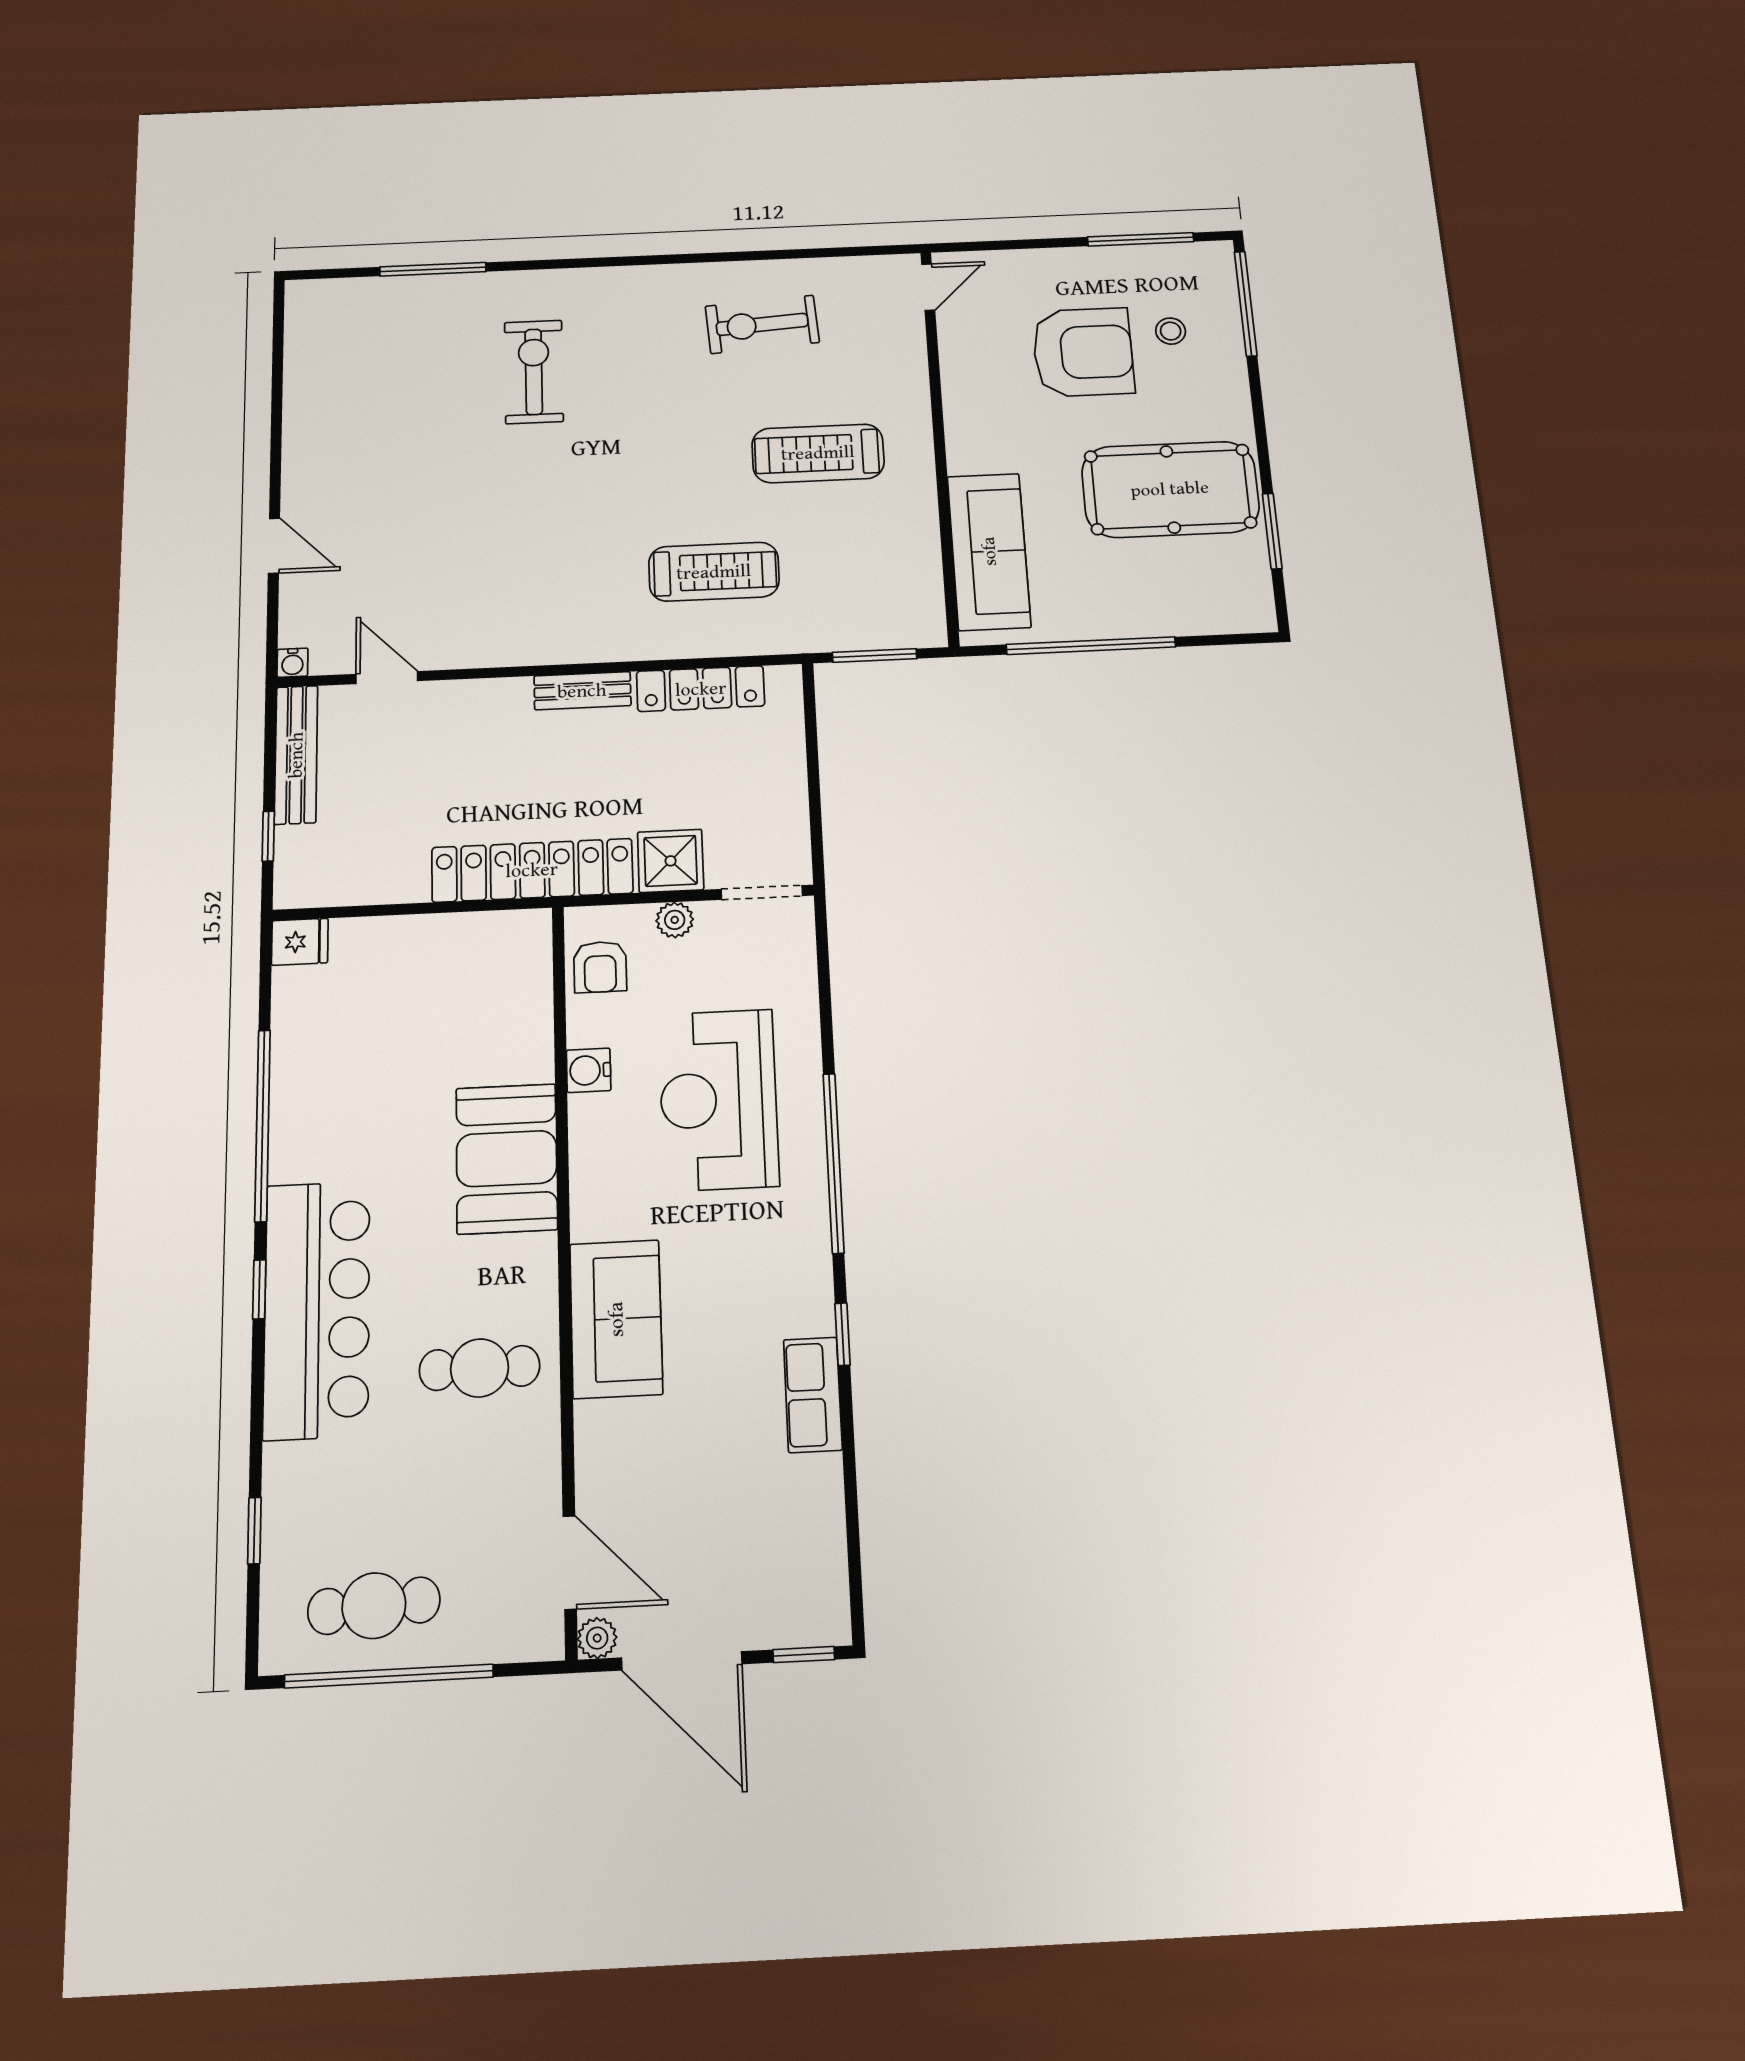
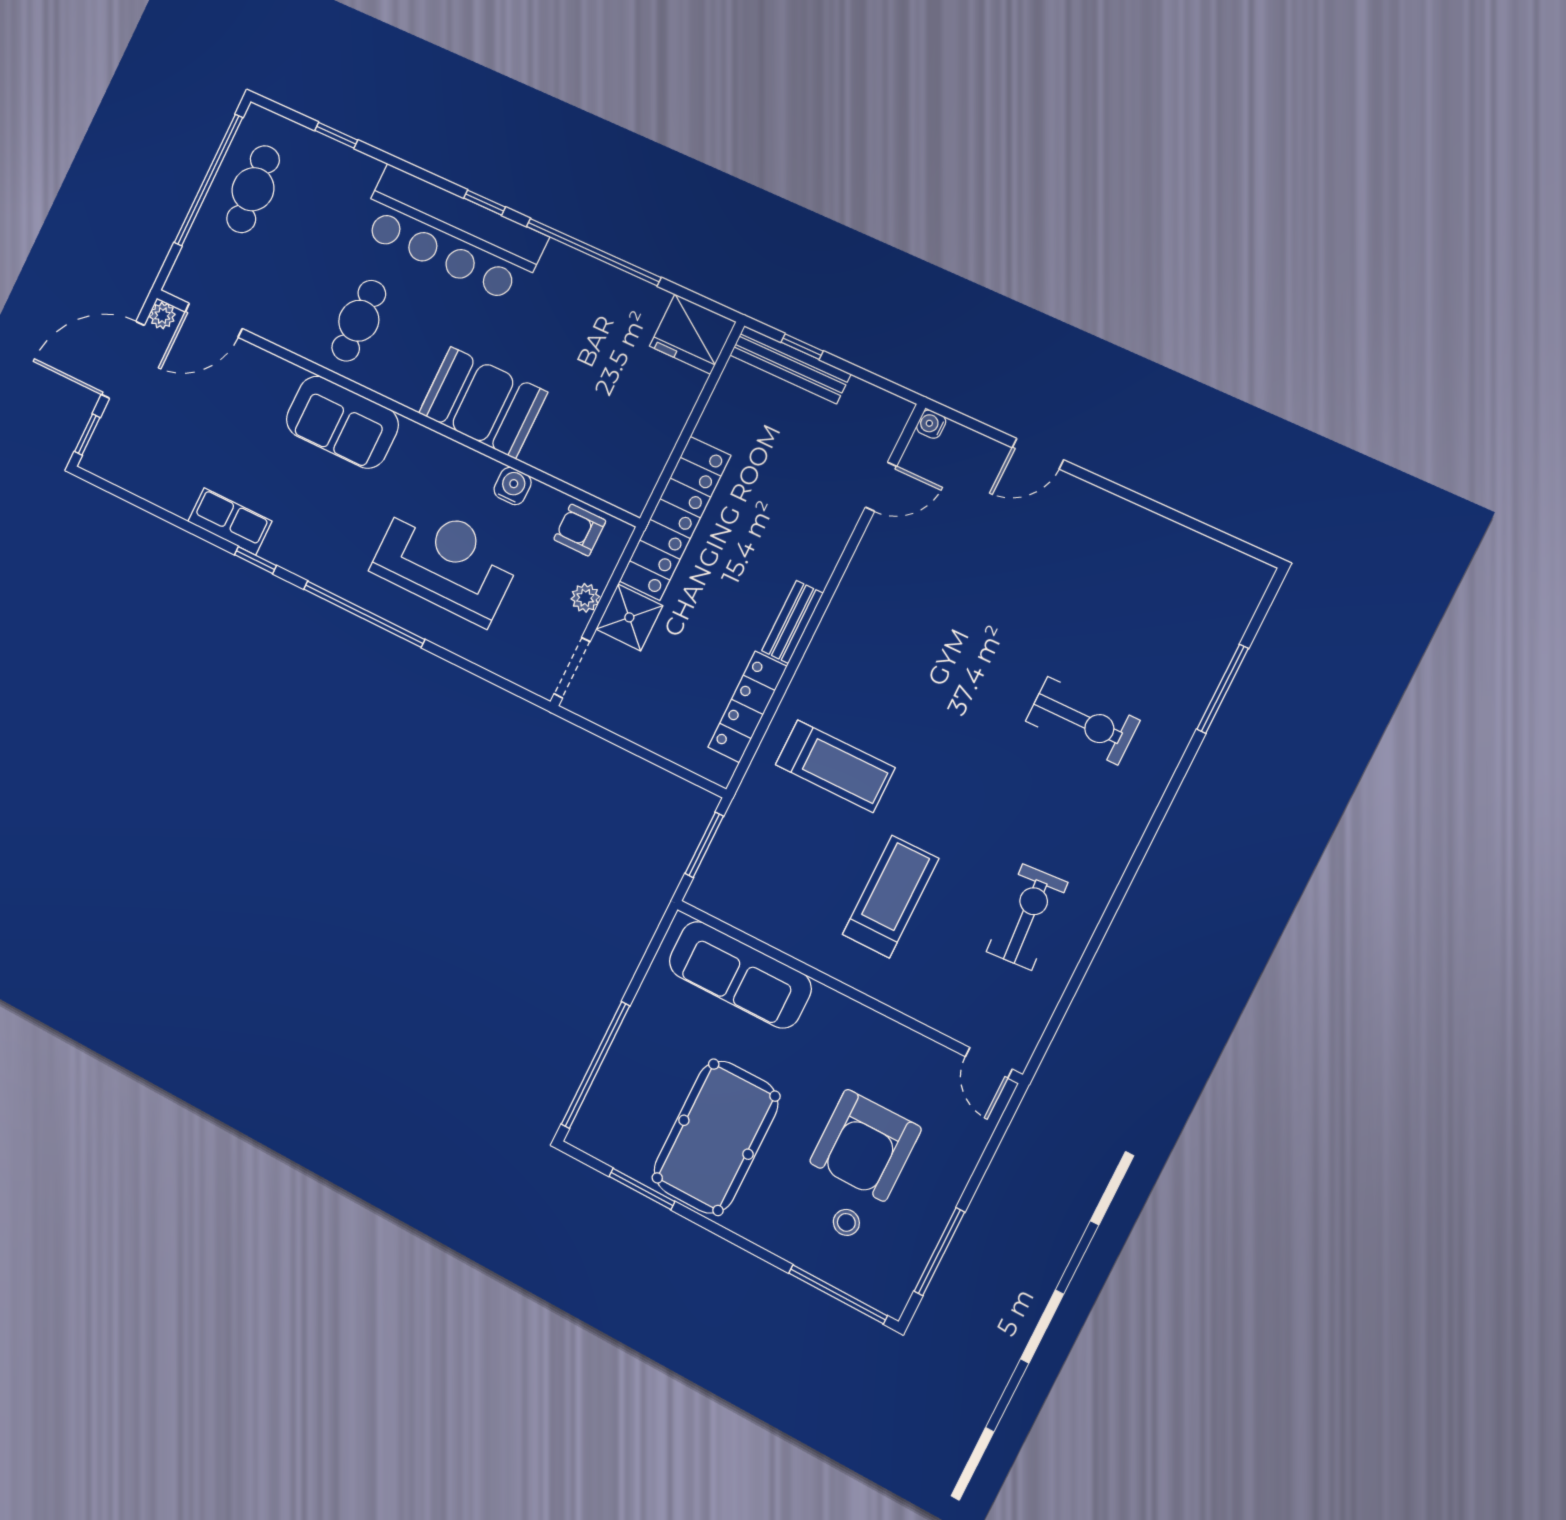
treadmill: (714, 572) -> (835, 766), turned -90
window: (1091, 646) -> (595, 1065), moved
bench: (296, 755) -> (790, 365), moved
fridge: (300, 942) -> (693, 334), width x1.88, depth x1.34

